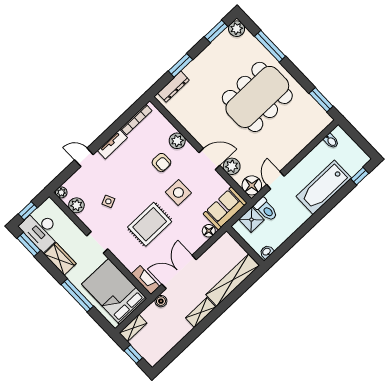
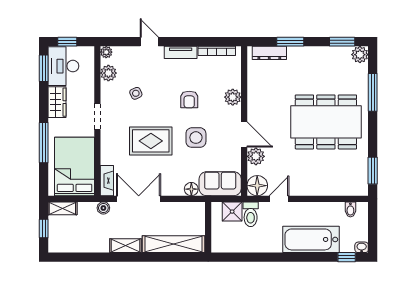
armchair: (161, 163) -> (189, 99), moved
washbasin: (267, 252) -> (362, 247), moved

